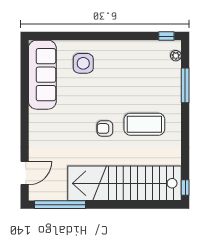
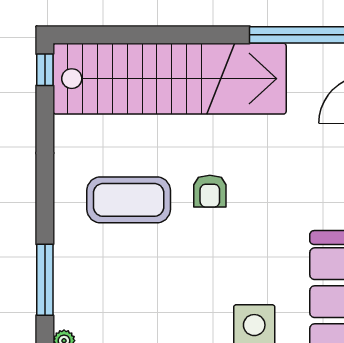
armchair: (105, 128) -> (210, 191), turned 90

